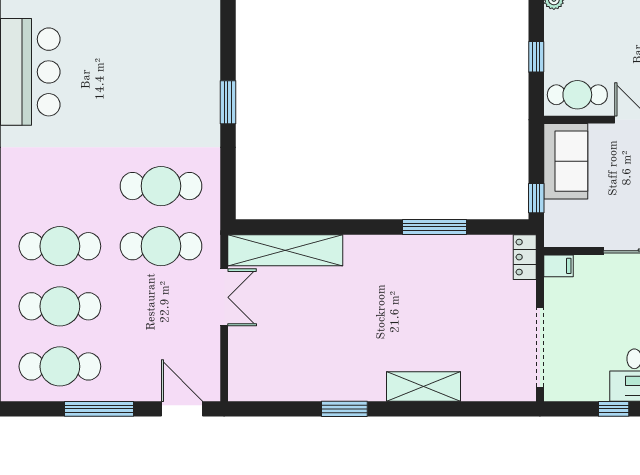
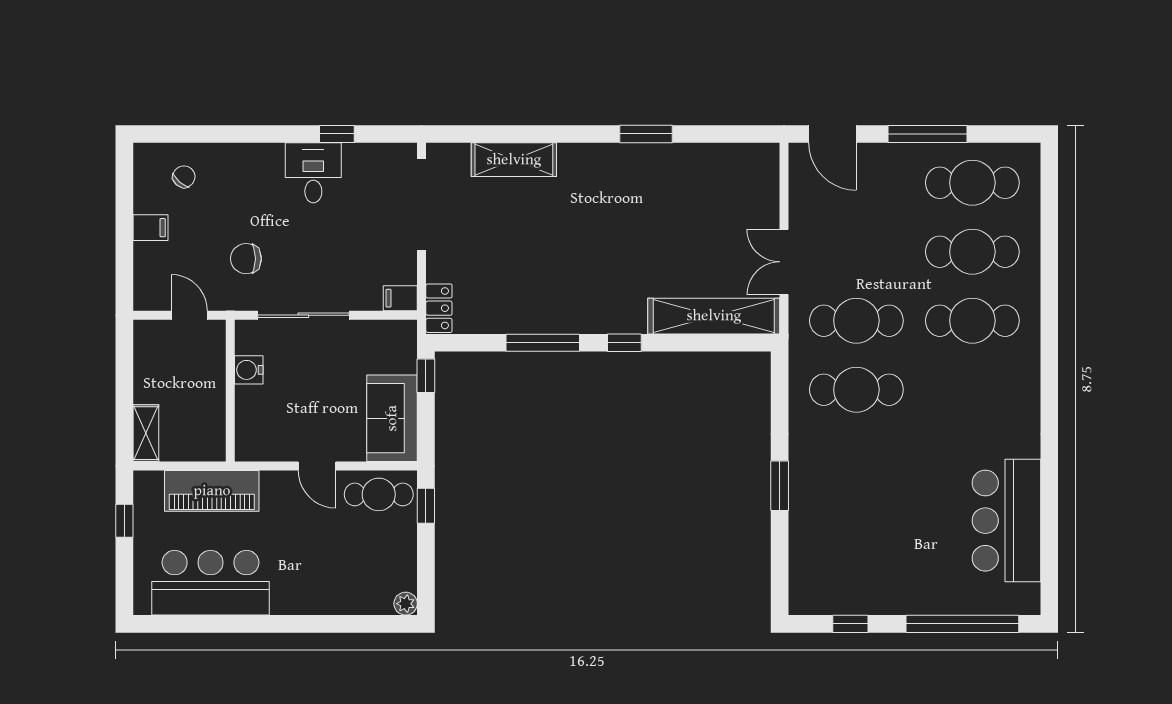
window: (536, 57) -> (426, 506), moved
window: (363, 227) -> (624, 343), added
shelving: (424, 387) -> (514, 160), moved

